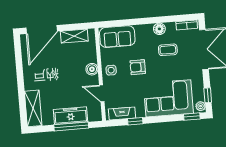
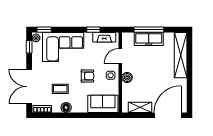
door: (102, 93) -> (120, 56), swing flipped
shelving: (33, 108) -> (181, 55), width x1.47

